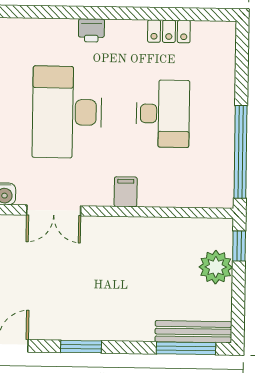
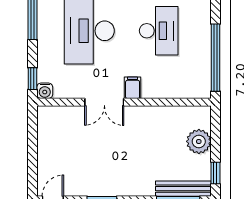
double door: (54, 210) -> (104, 102), moved
window: (239, 246) -> (215, 173), moved

